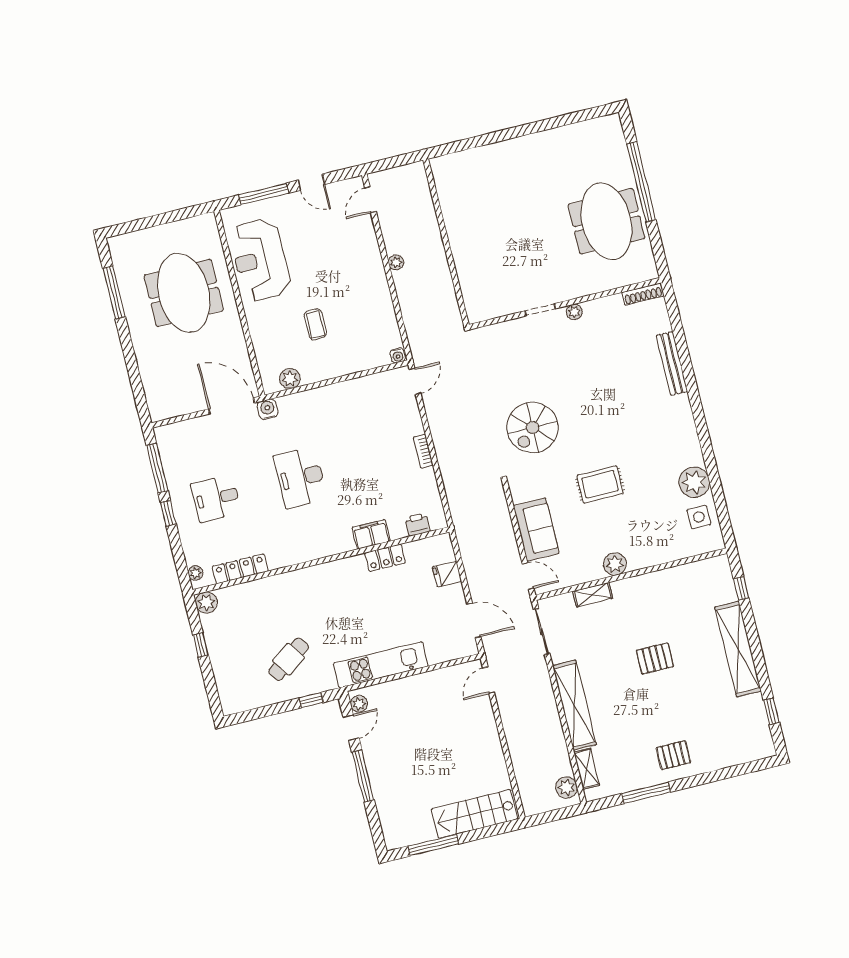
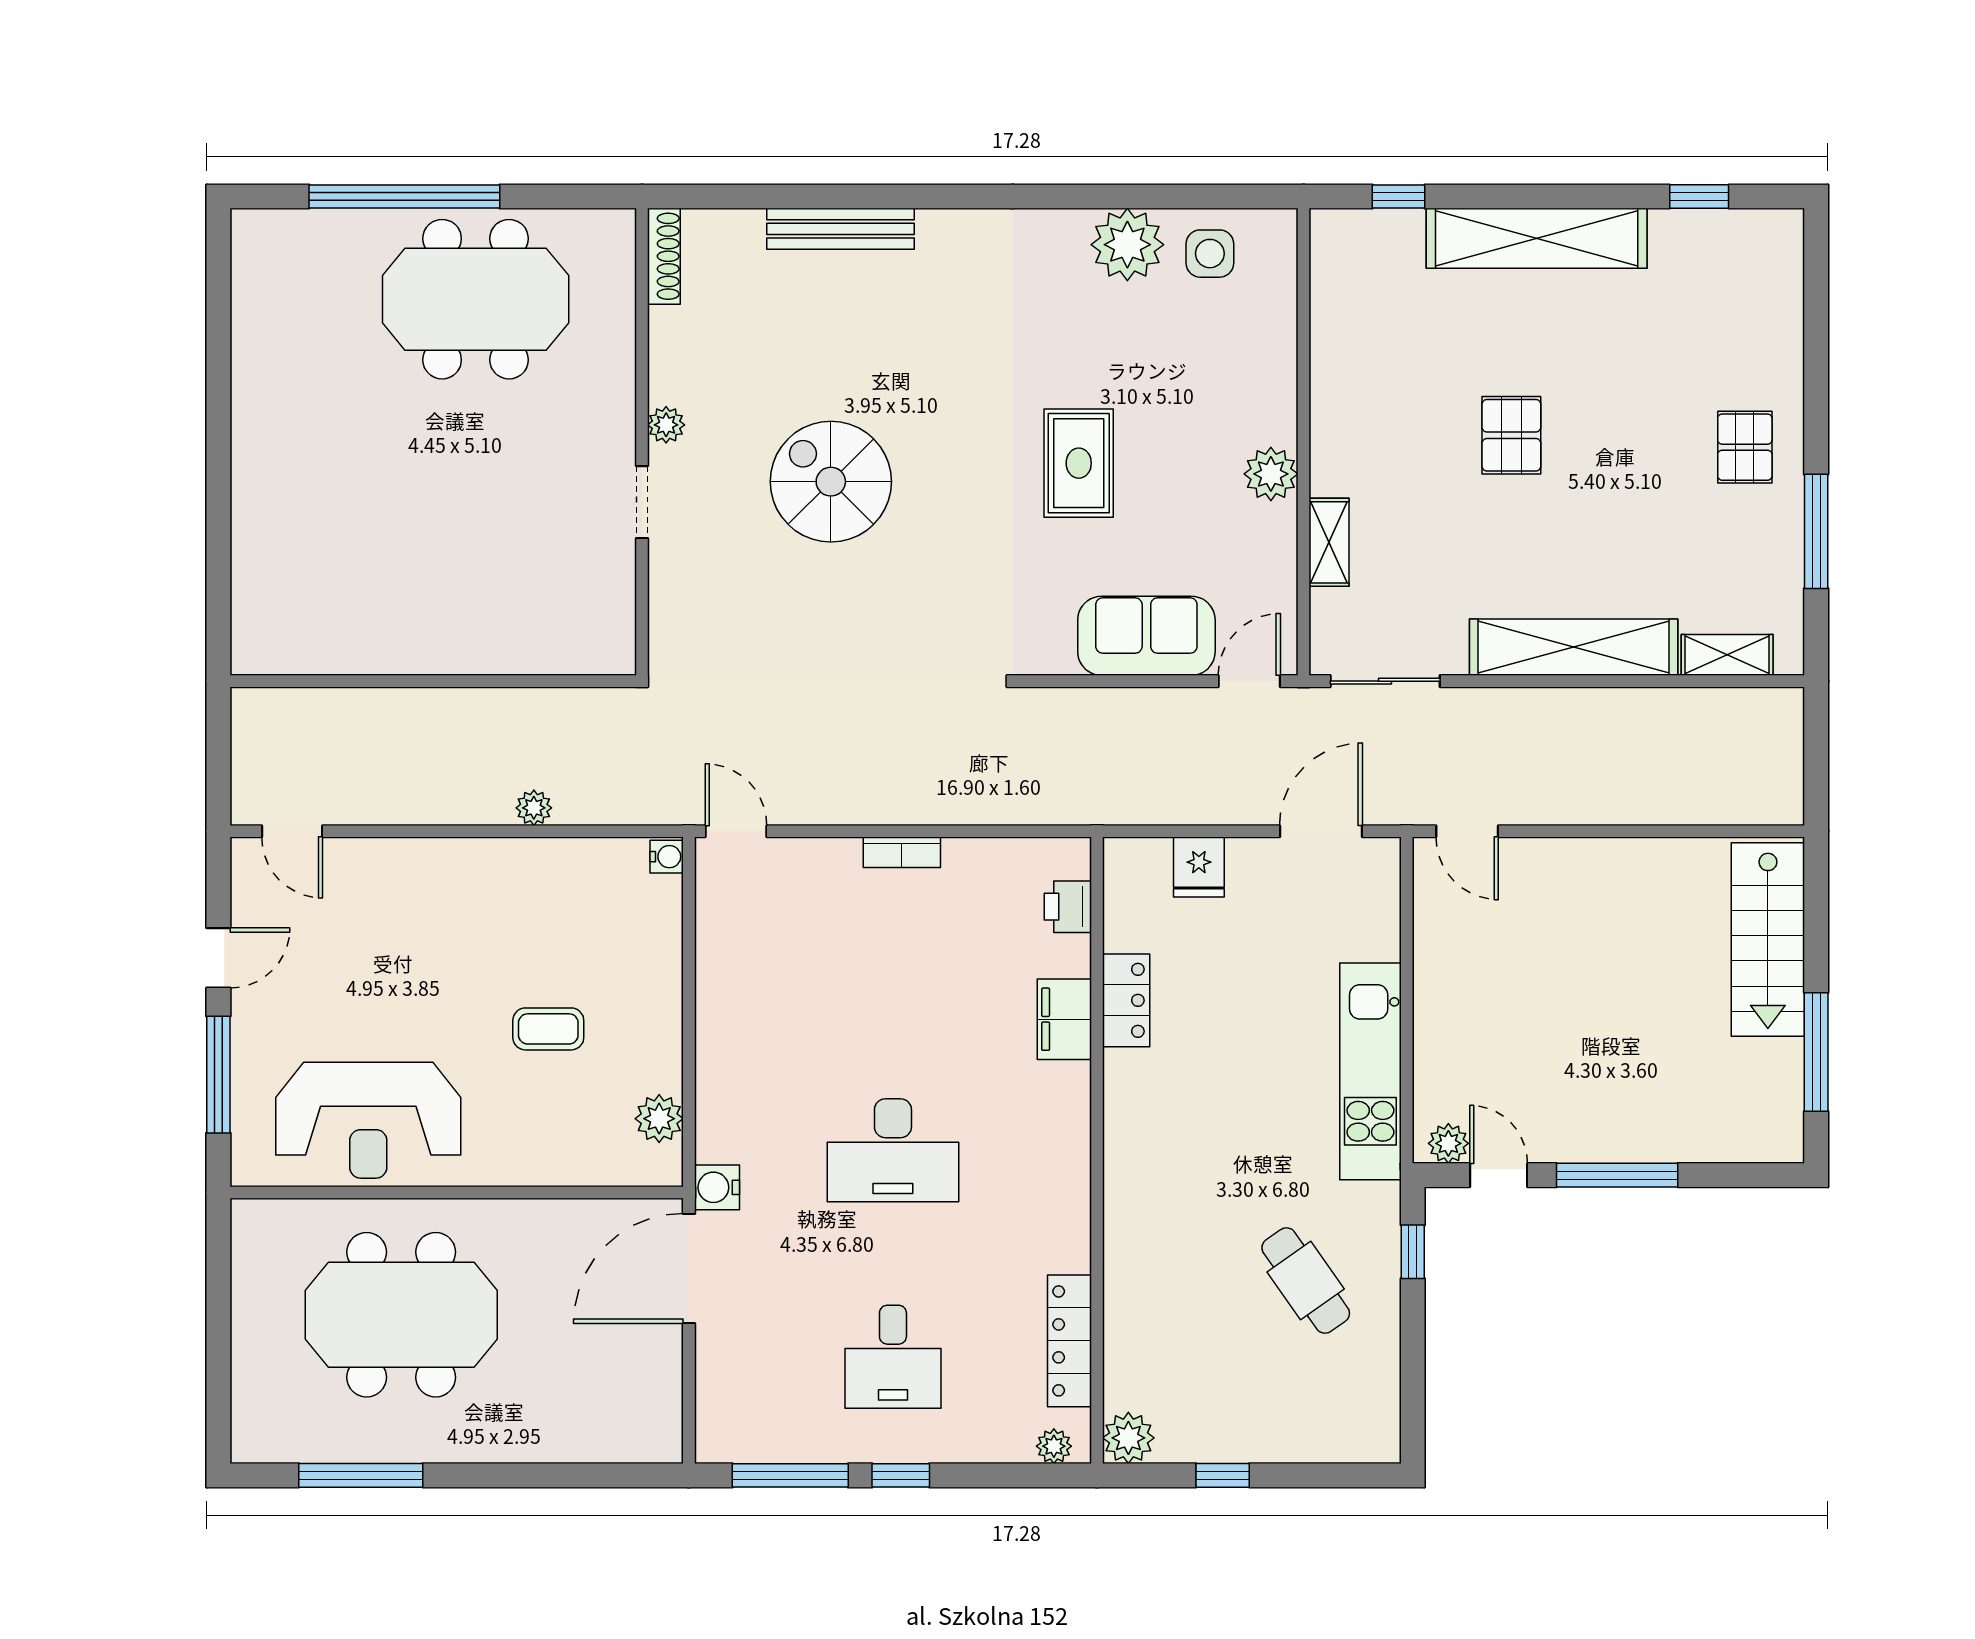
plant: (396, 262) -> (534, 808), moved
spiral stairs: (532, 427) -> (831, 482), moved, turned 180
plant: (566, 787) -> (1759, 712), removed

